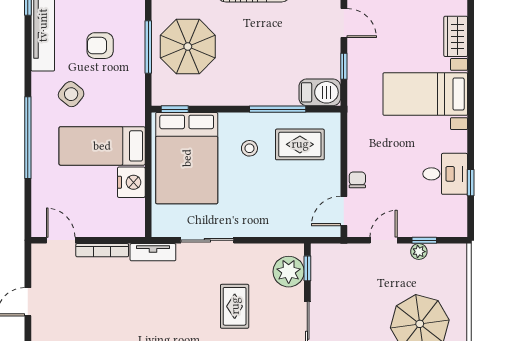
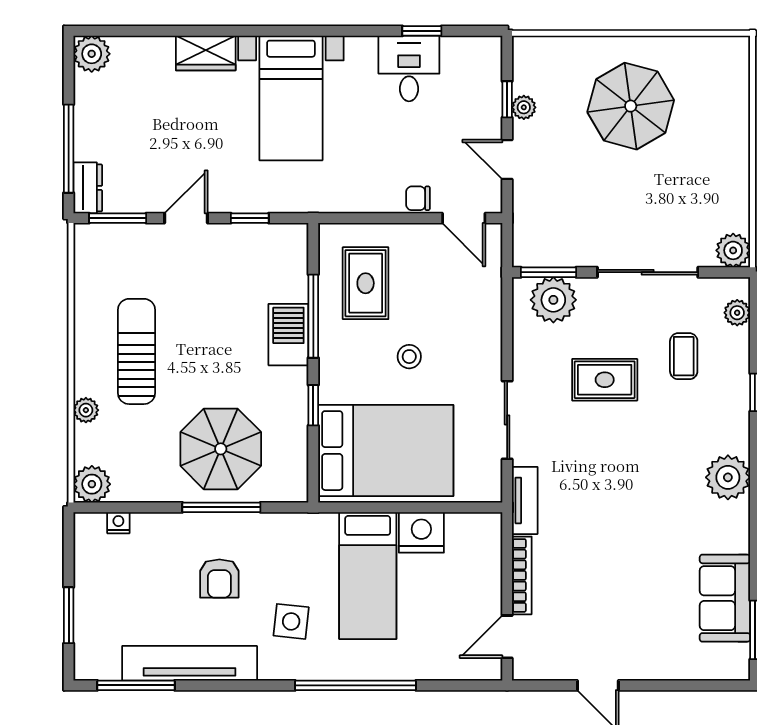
barbecue: (320, 92) -> (288, 335), moved
side table: (71, 94) -> (291, 621), turned -33
window: (175, 109) -> (313, 405), moved
stool: (249, 148) -> (409, 357), moved
window: (307, 268) -> (549, 272), width x1.50

